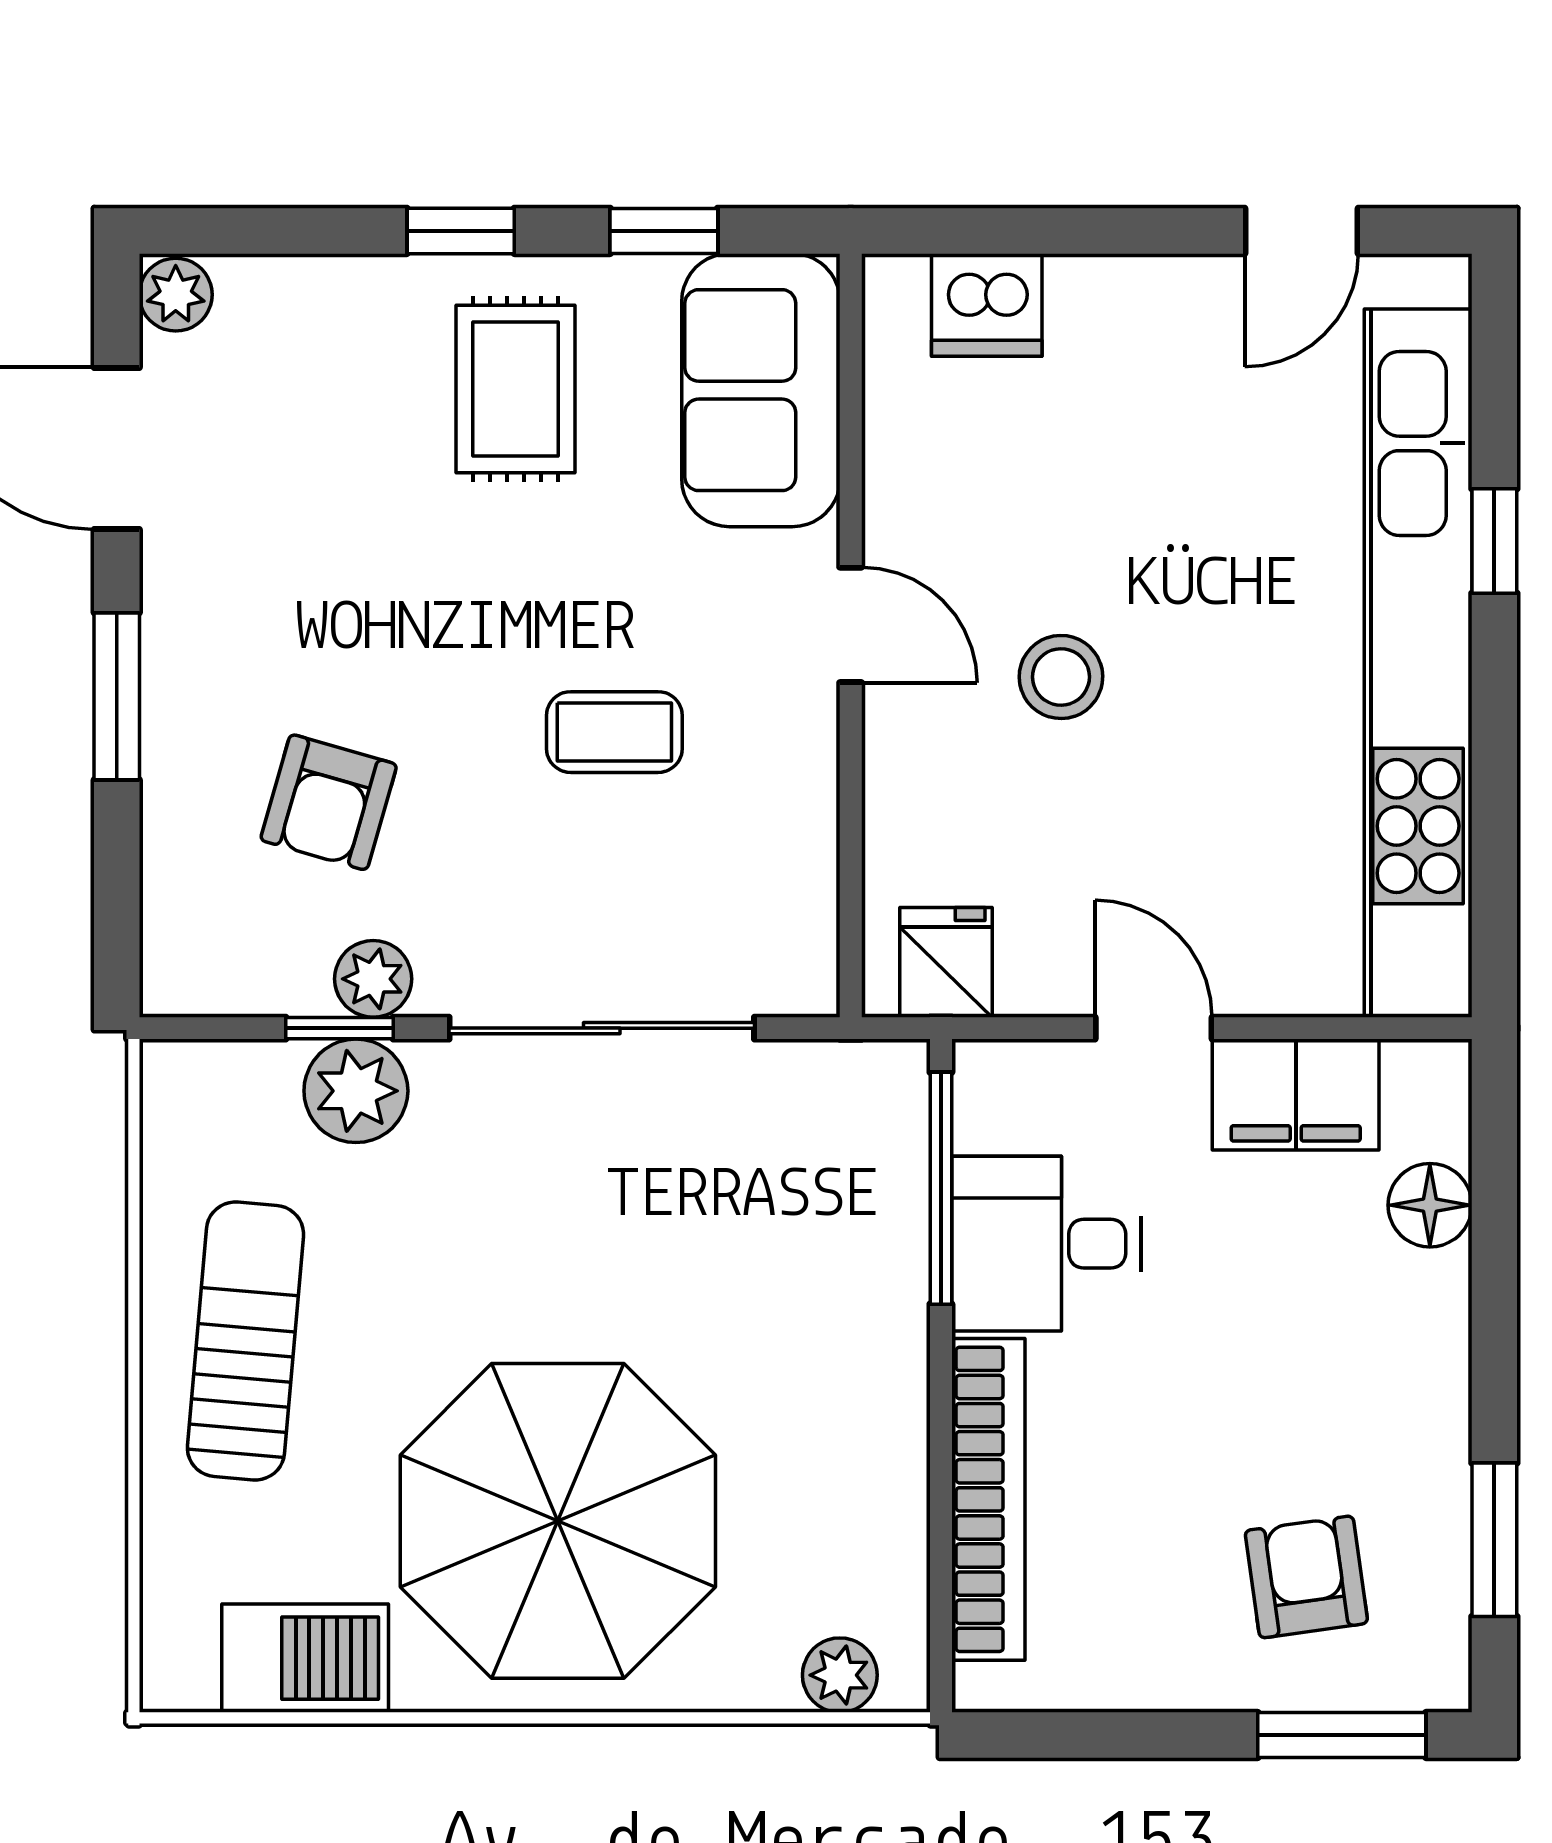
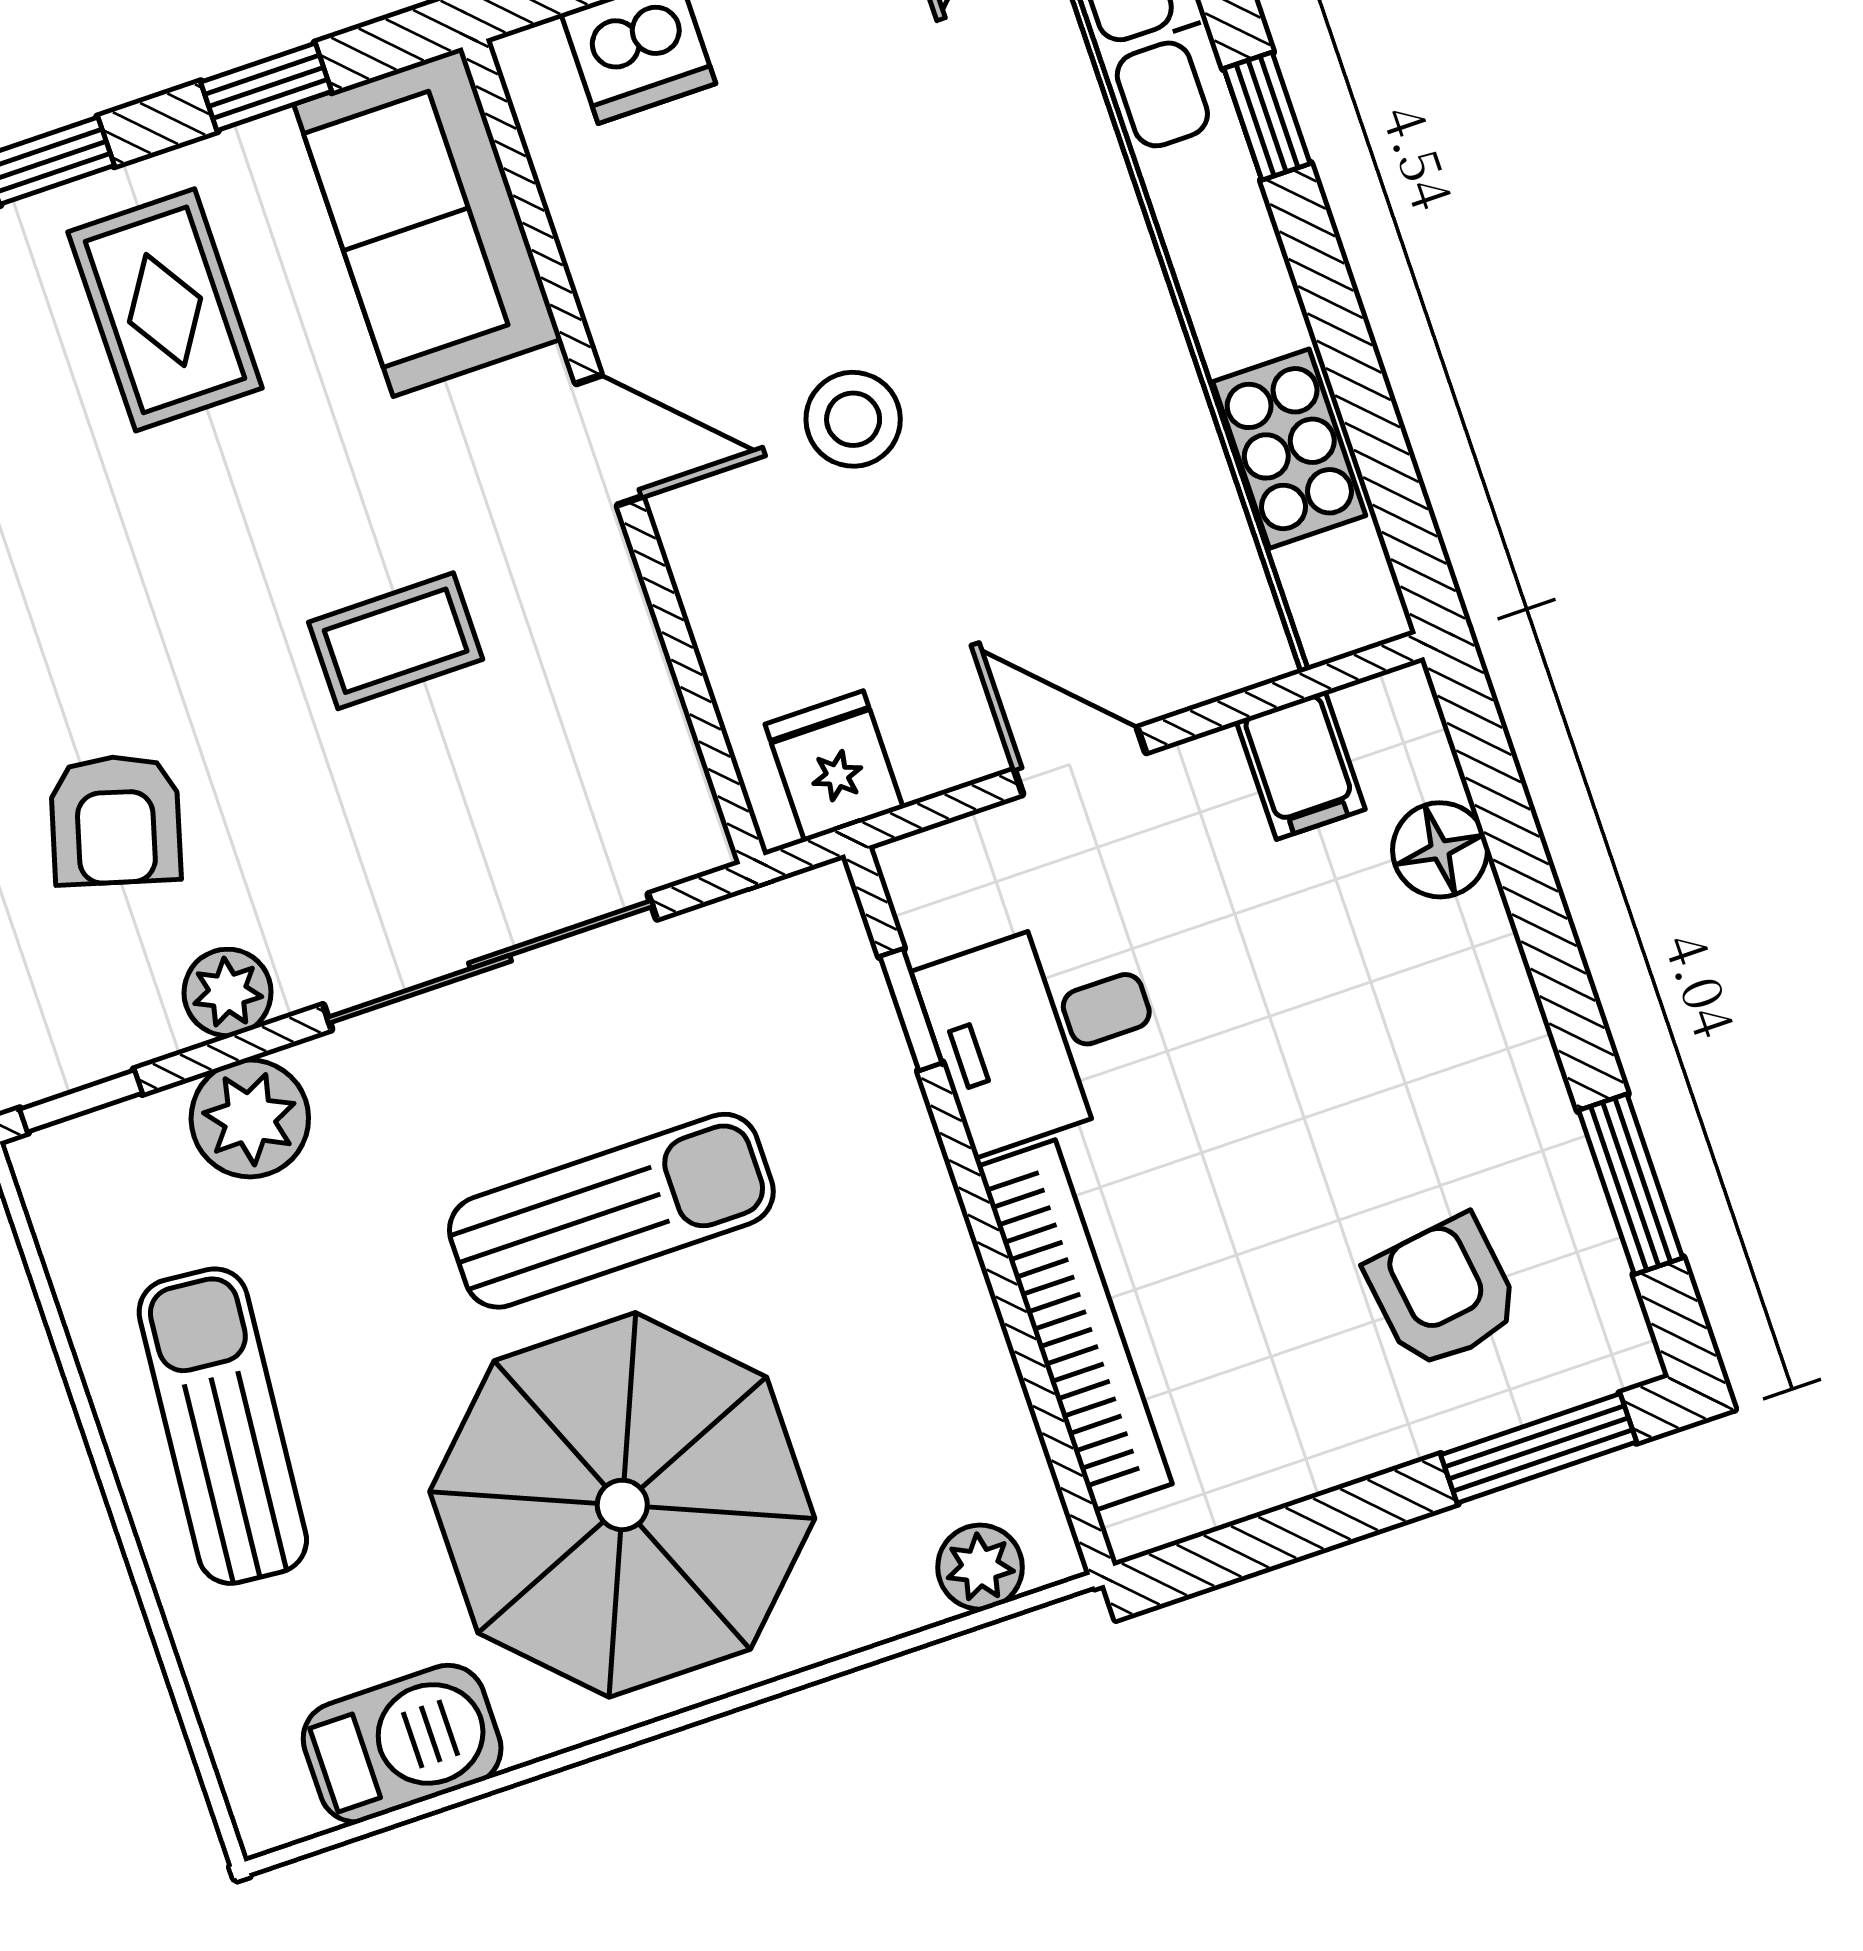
window: (339, 1028) -> (81, 1101), moved
filing cabinet: (1296, 1094) -> (1301, 765), width x0.50
window: (941, 1188) -> (911, 1010), width x0.46
sun lounger: (633, 1271) -> (611, 1211), added

